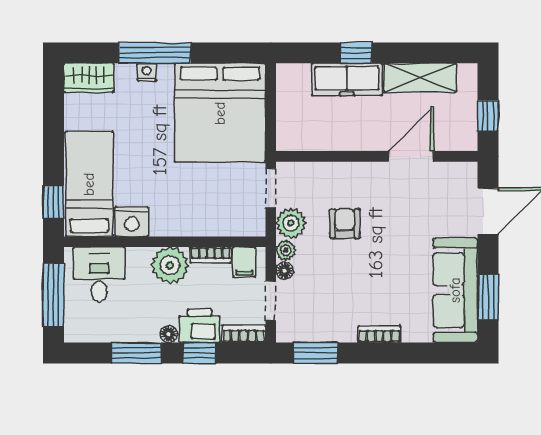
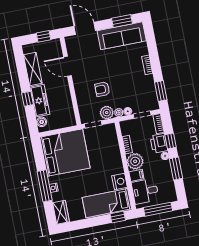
boiler: (299, 74) -> (42, 122), added
filing cabinet: (244, 262) -> (136, 175), moved

